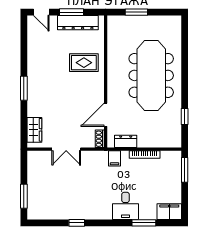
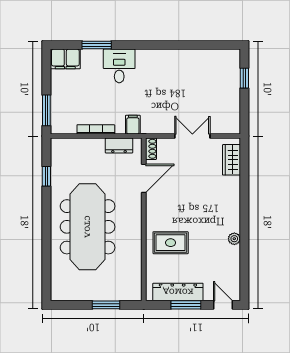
plant: (32, 66) -> (234, 239), added
window: (24, 88) -> (244, 211), removed
window: (24, 196) -> (244, 78), width x0.67
window: (77, 223) -> (179, 45), removed

